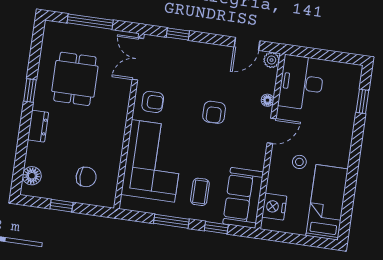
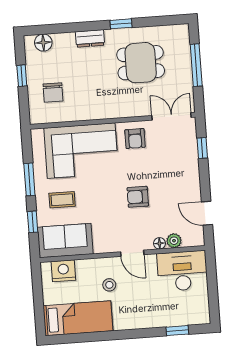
plant: (272, 60) -> (174, 241), moved

